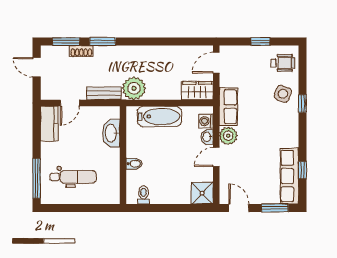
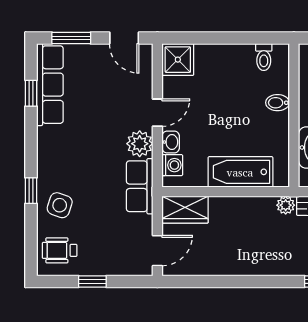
plant: (134, 88) -> (286, 205), width x0.53, depth x0.53

